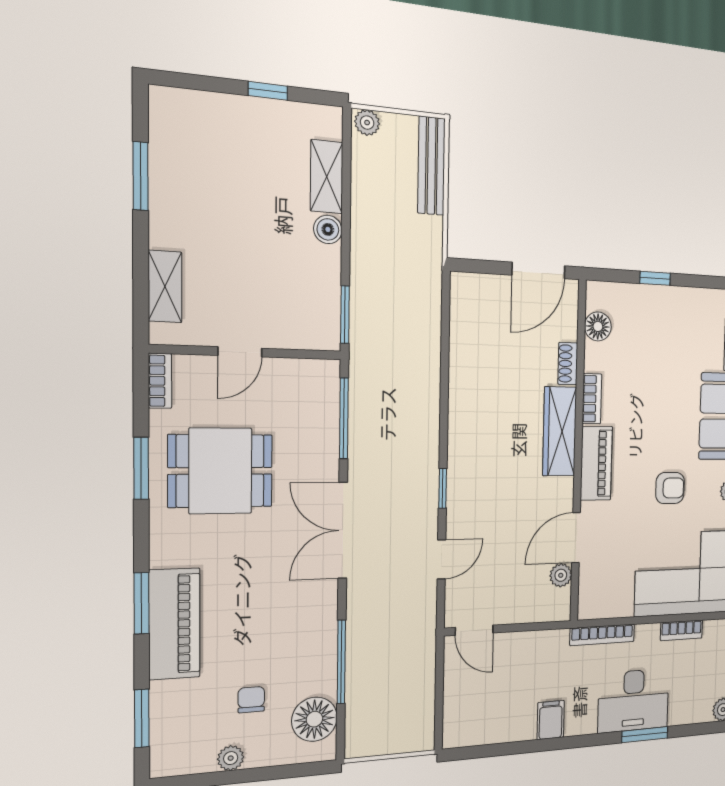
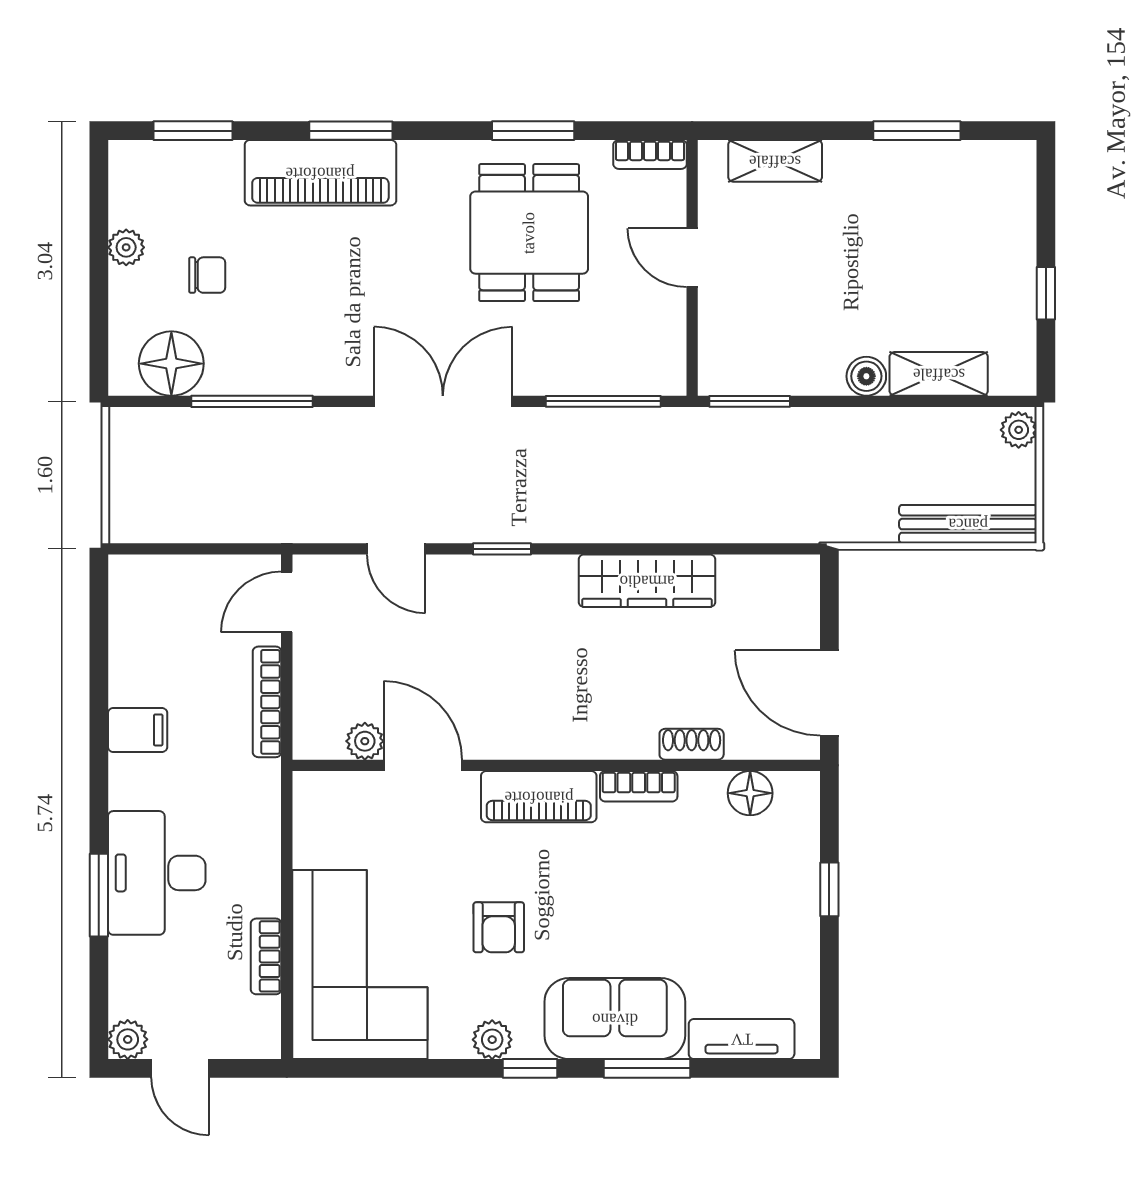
wardrobe: (560, 431) -> (647, 581), moved, turned 180
bookcase: (602, 635) -> (267, 702), moved

